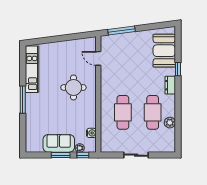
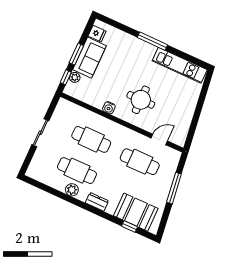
window: (122, 30) -> (174, 188), moved
cafe table: (123, 66) -> (140, 162), added
window: (178, 69) -> (129, 226), moved
plant: (170, 123) -> (72, 190), moved
water cooler: (91, 133) -> (109, 108), moved
fridge: (37, 146) -> (97, 34), added

